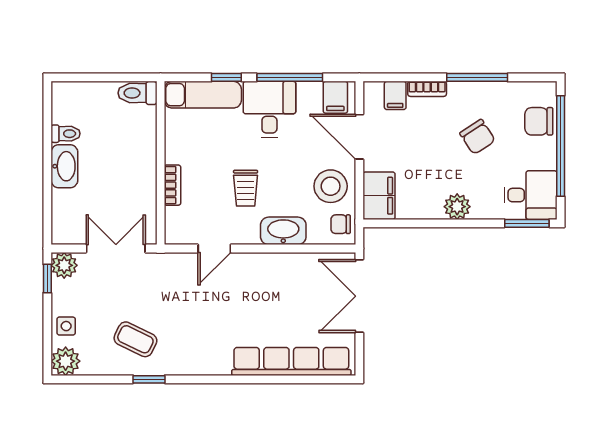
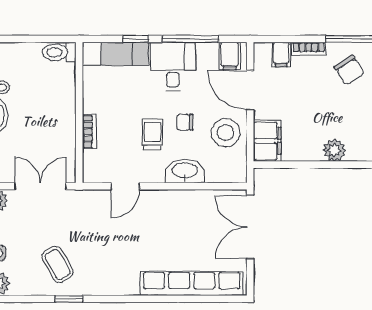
chair: (478, 137) -> (349, 70), moved
trolley: (246, 188) -> (152, 134), turned 180
chair: (341, 224) -> (185, 122), moved
coffee table: (135, 339) -> (57, 264), turned 34

